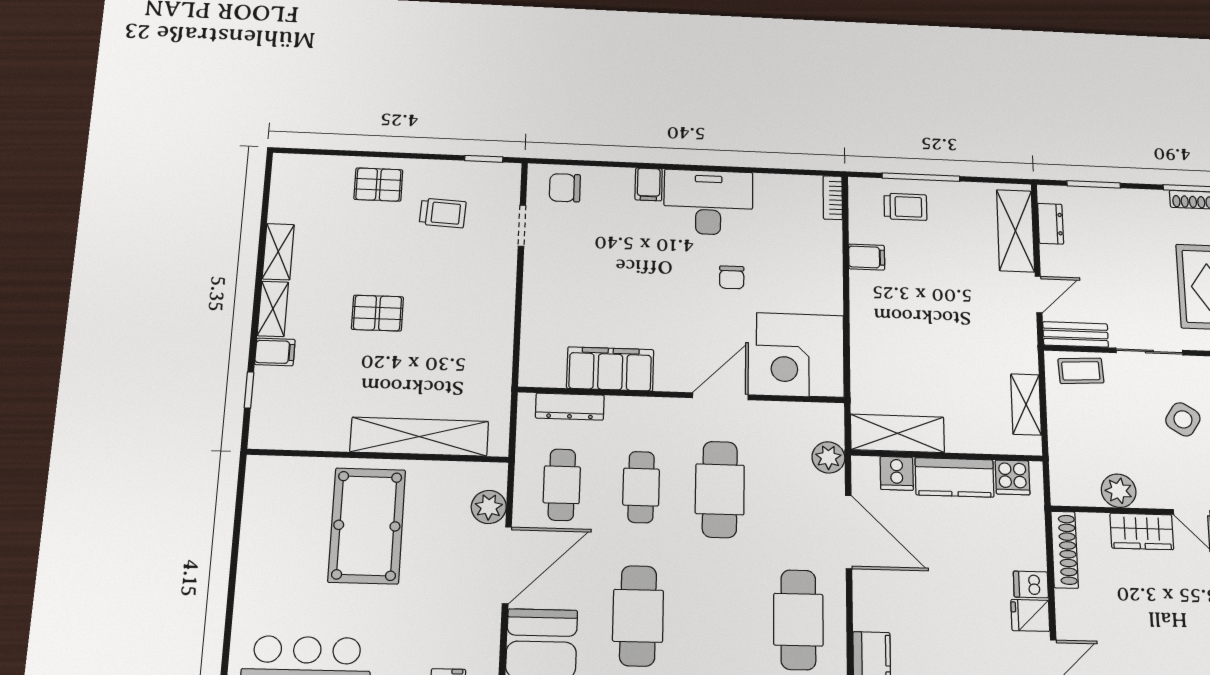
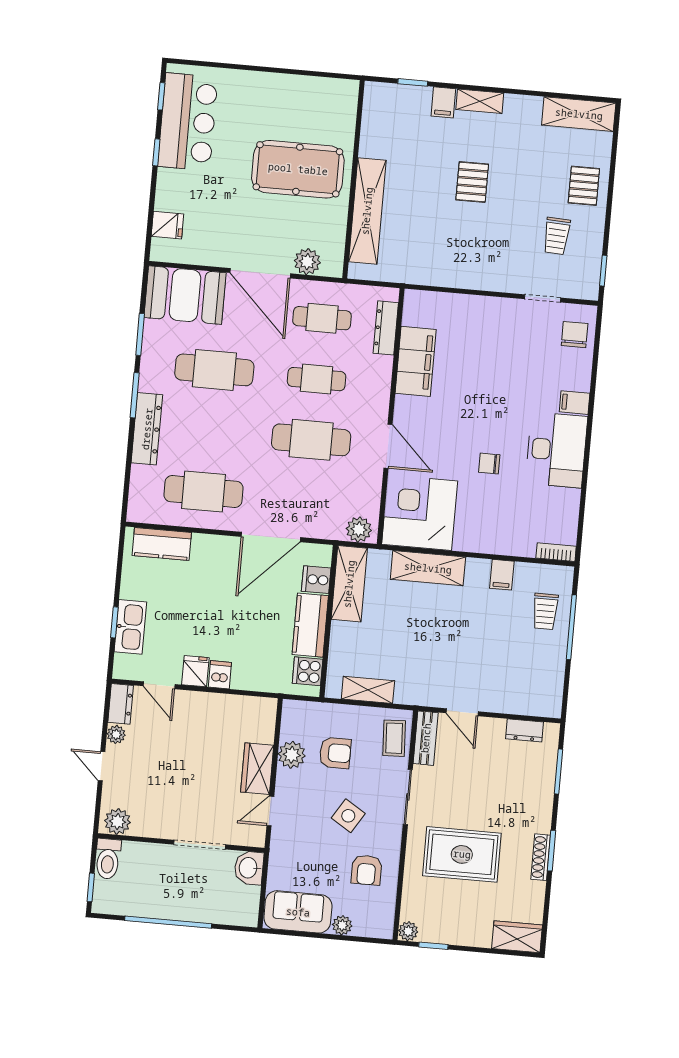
shelving: (1015, 231) -> (428, 568), moved
shelving: (278, 252) -> (579, 114), moved, width x1.50, depth x1.33
armchair: (1109, 439) -> (335, 753), added
plant: (828, 457) -> (359, 529), moved
shoe rack: (1065, 550) -> (246, 705), removed

